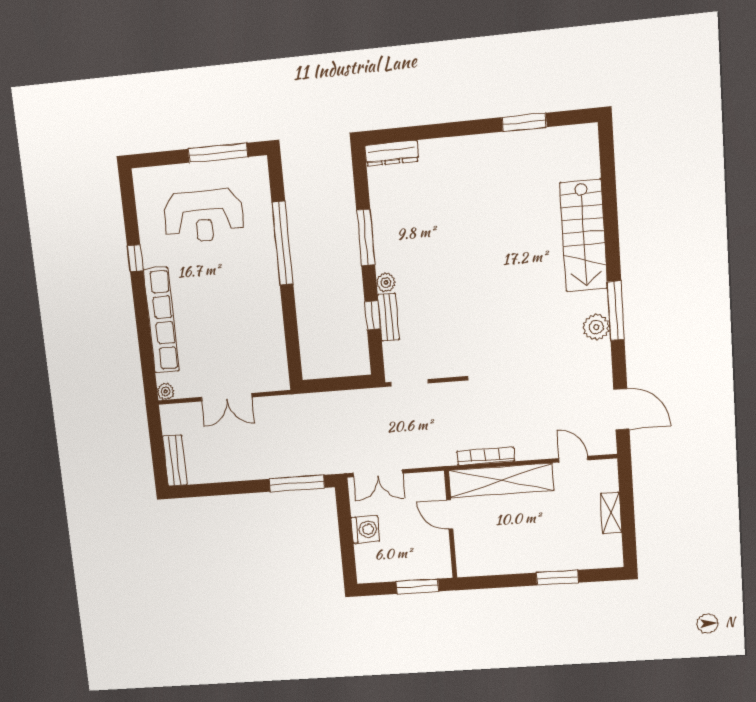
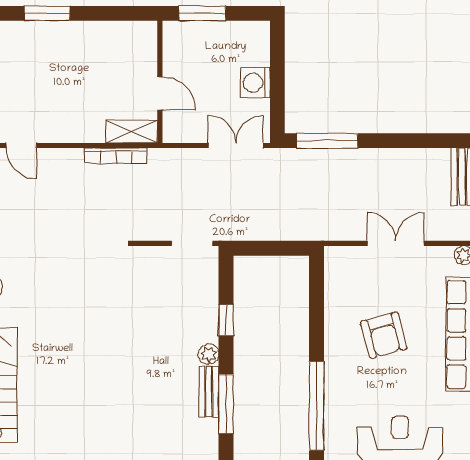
armchair: (228, 314) -> (384, 335), added
bench: (389, 317) -> (209, 392), moved
shelving: (501, 480) -> (132, 131), width x0.45, depth x0.75

